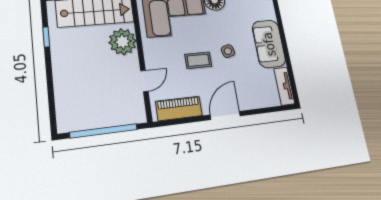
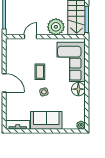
door: (144, 81) -> (30, 37), swing flipped
piano: (179, 108) -> (12, 55), removed

